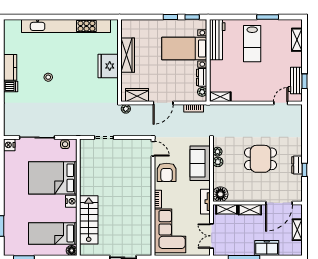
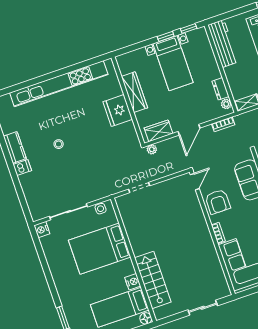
bed with nightstands: (184, 48) -> (173, 63), moved, turned -90
door: (153, 149) -> (195, 182), hinge flipped
nightstand: (71, 201) -> (133, 282), moved

